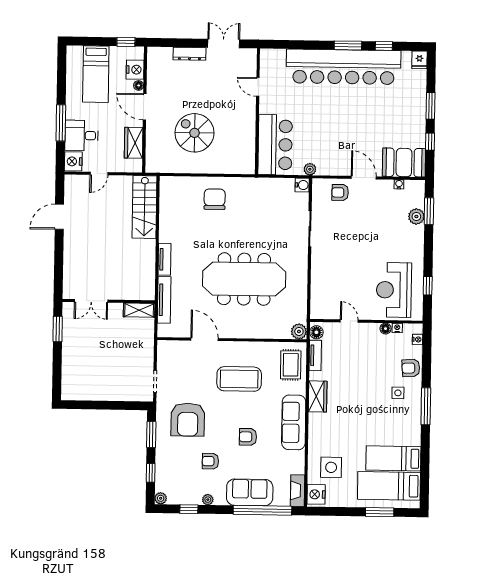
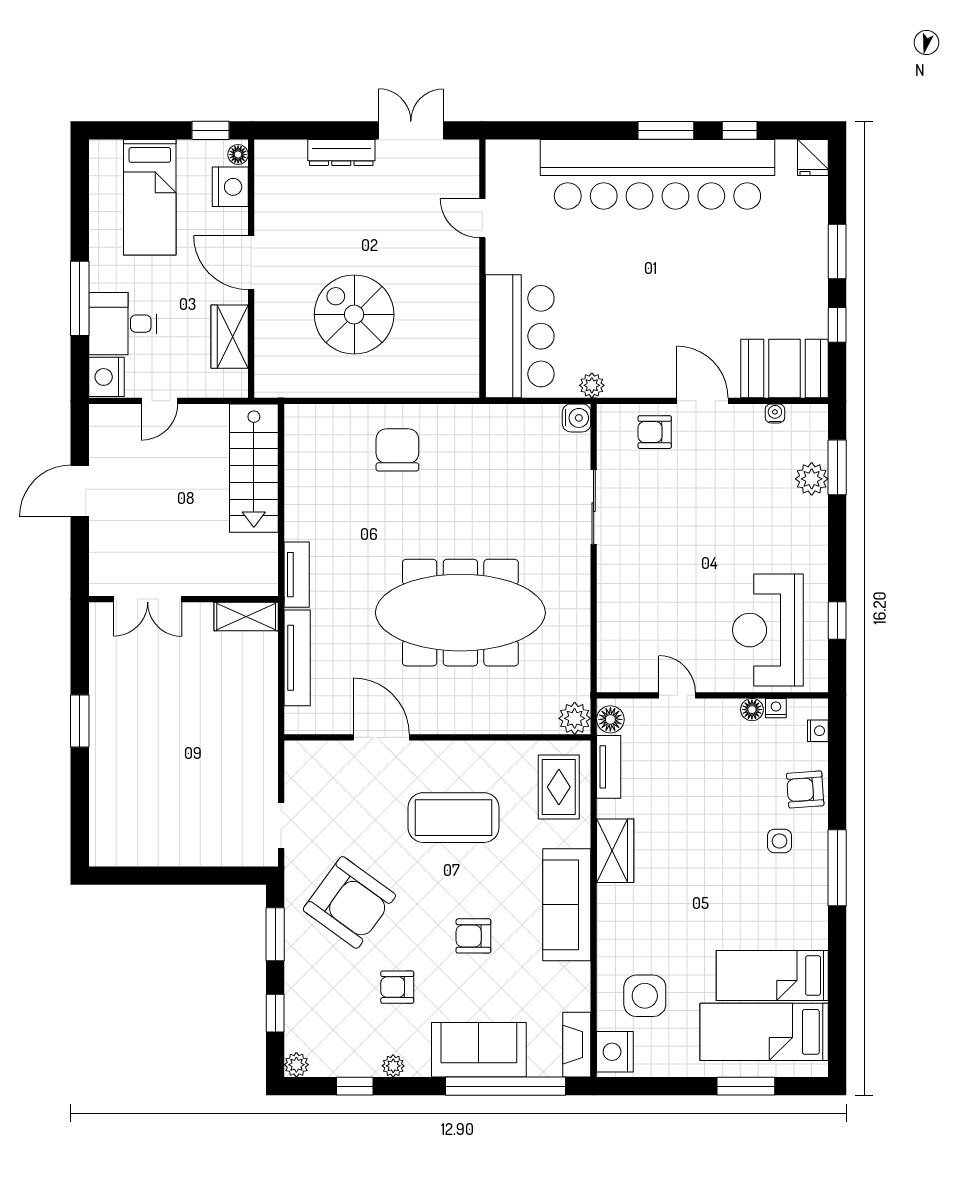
floor lamp: (139, 85) -> (238, 155), moved
double door: (91, 301) -> (148, 599), moved
wall: (109, 301) -> (183, 599), moved
shelving: (139, 310) -> (246, 617), moved
armchair: (188, 420) -> (349, 902), turned -54

